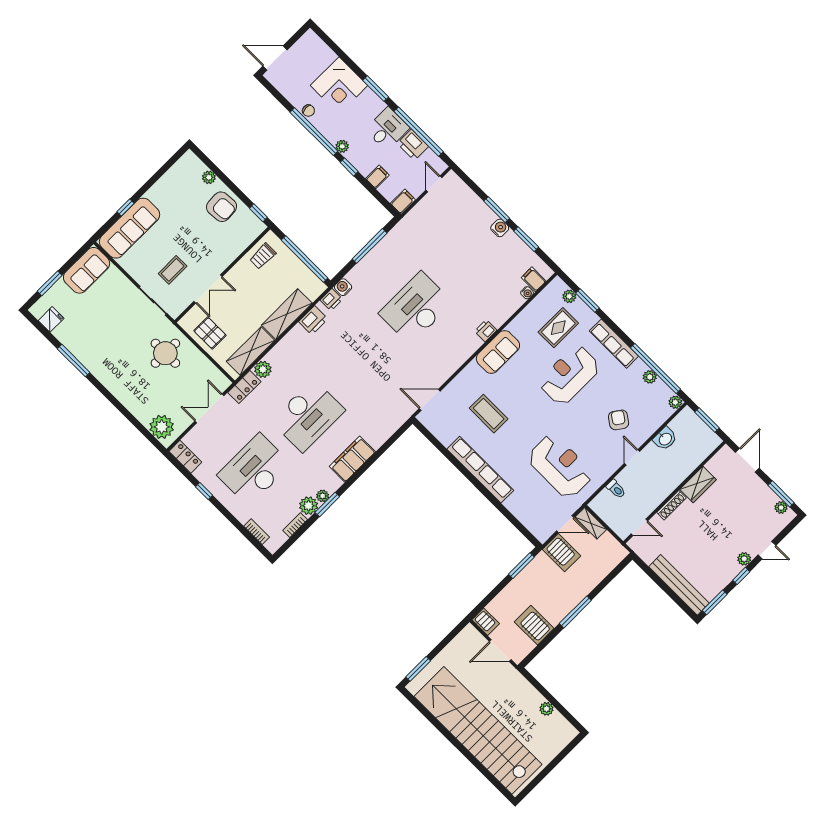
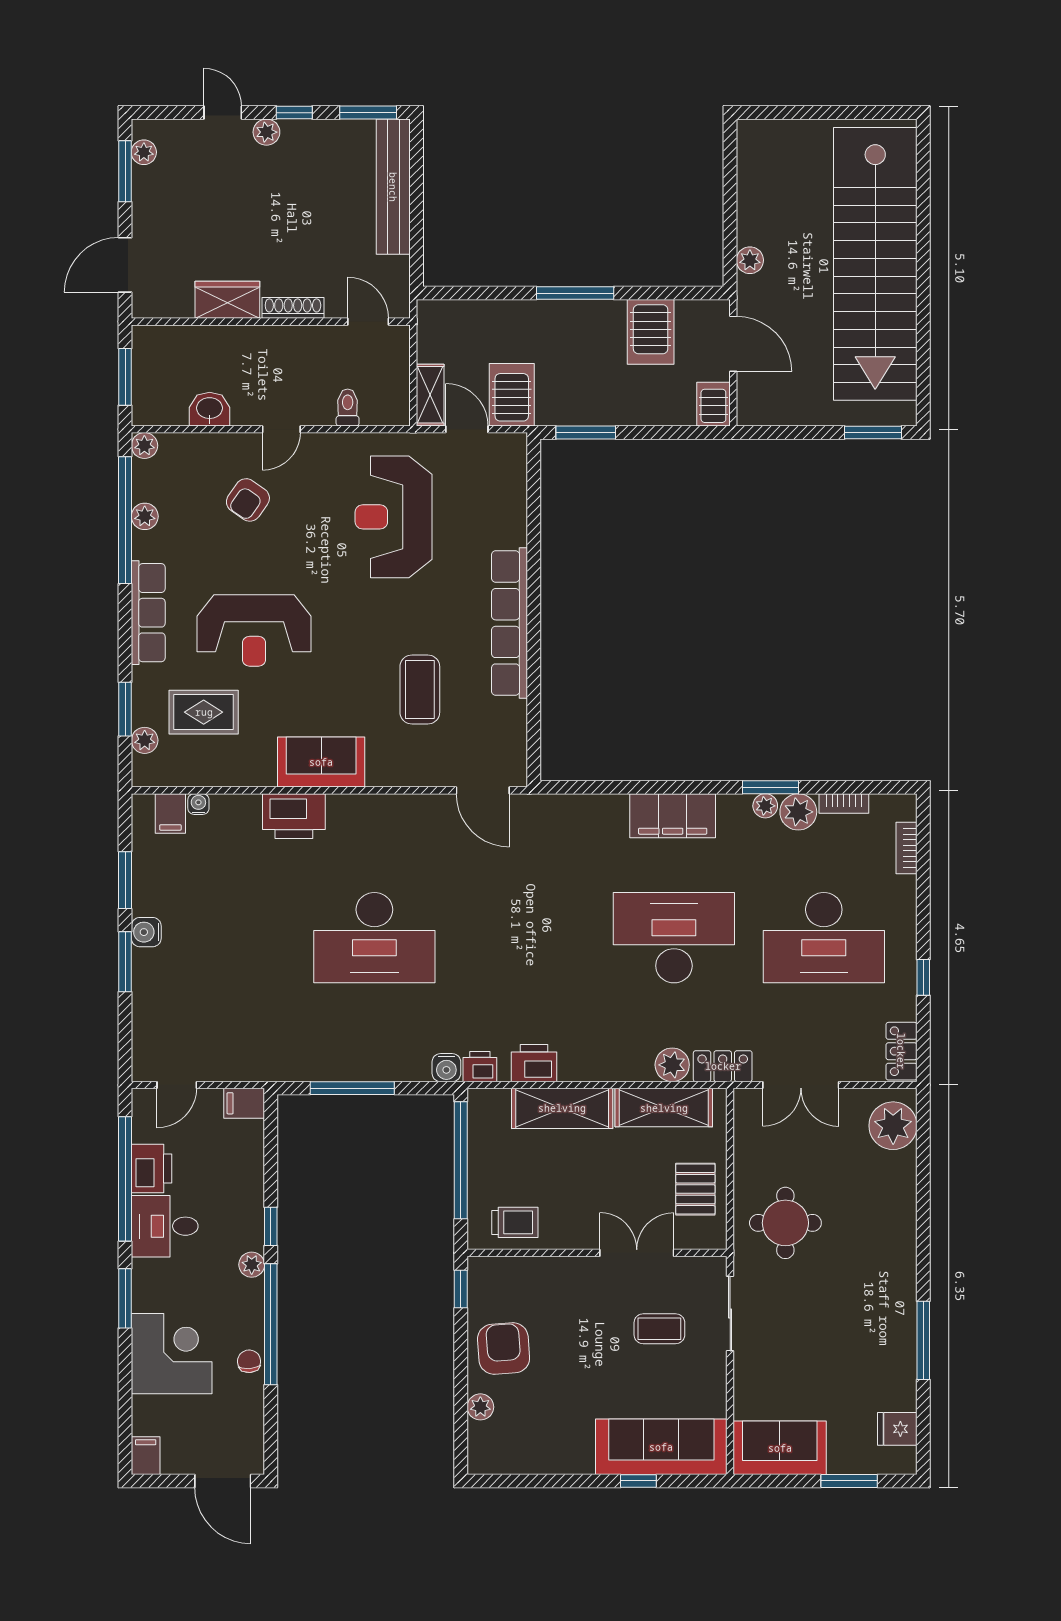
filing cabinet: (377, 177) -> (146, 1456), moved, turned 90
printer: (486, 331) -> (294, 816), width x1.87, depth x1.48
plant: (547, 709) -> (750, 260), moved

